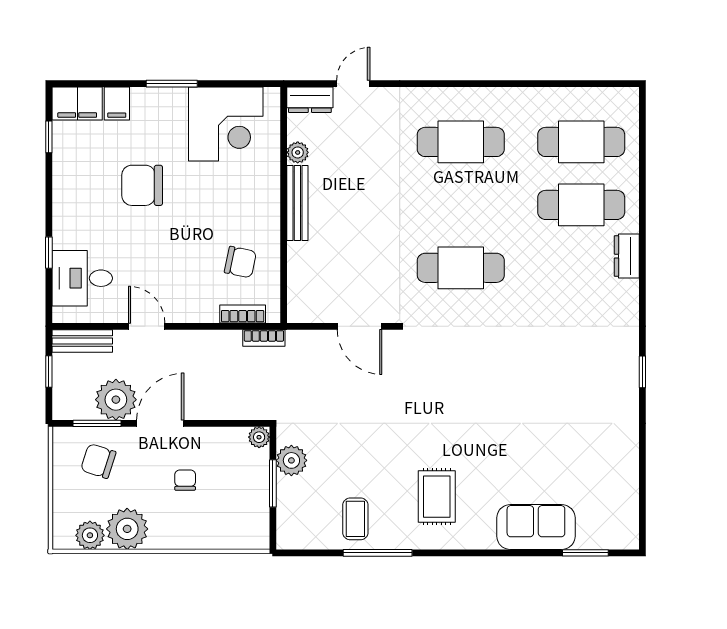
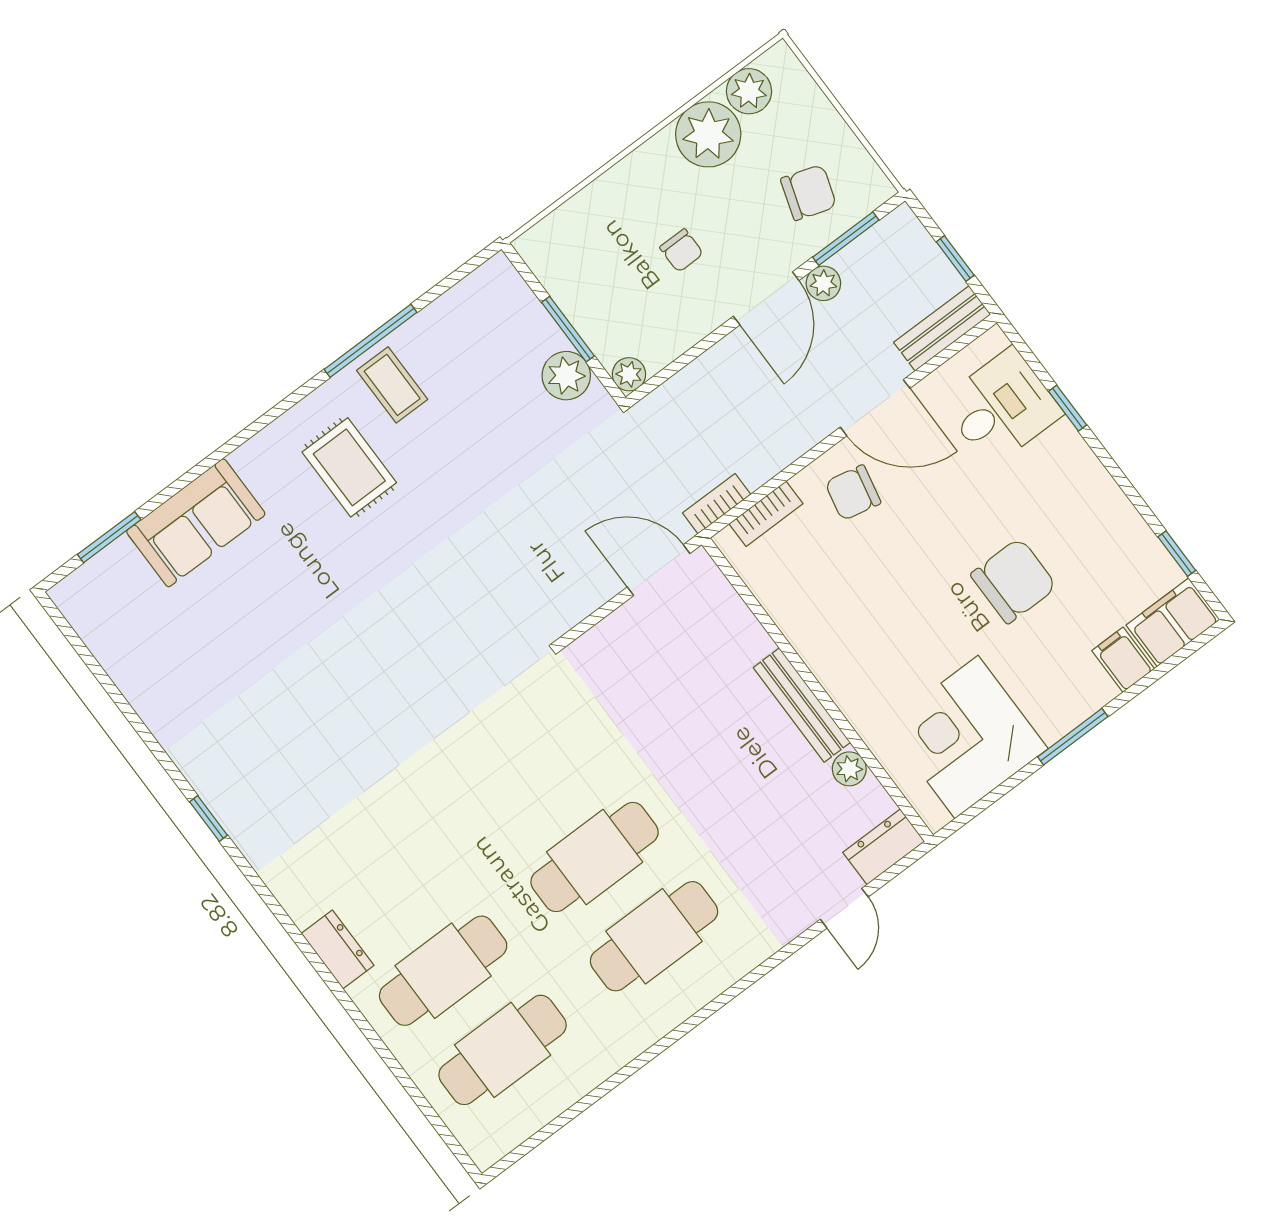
chair: (240, 262) -> (853, 493), moved
cafe table: (461, 268) -> (595, 857), moved
door: (147, 326) -> (875, 408), width x1.38
door: (360, 326) -> (659, 570), moved
plant: (116, 400) -> (823, 283), width x0.53, depth x0.53
coffee table: (355, 519) -> (392, 385), moved

